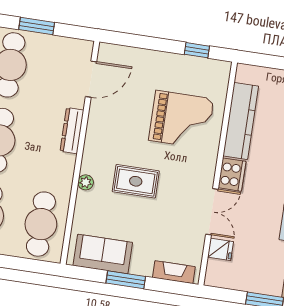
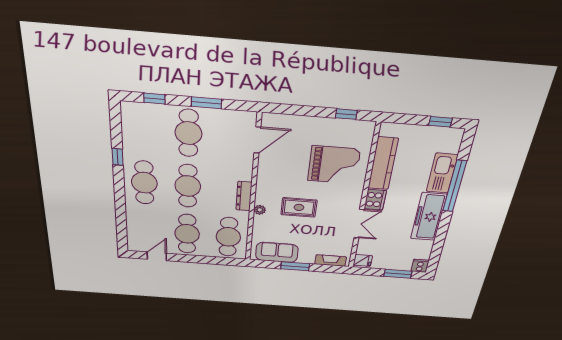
dresser: (72, 131) -> (244, 196), moved
fridge: (221, 249) -> (363, 260), moved

